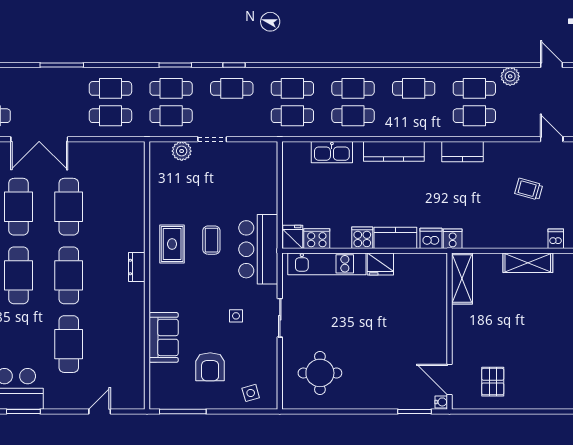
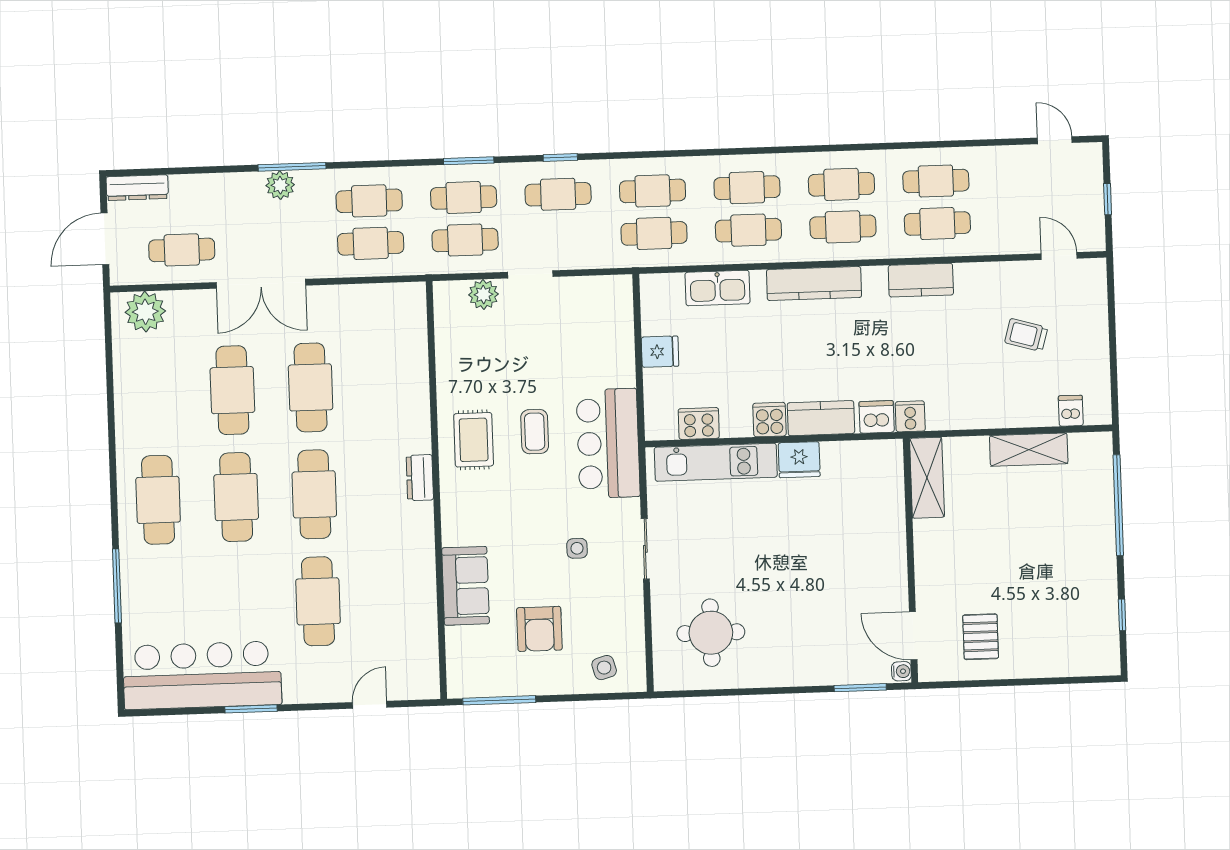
plant: (510, 76) -> (280, 185), moved
cafe table: (414, 116) -> (843, 227), added
fridge: (293, 237) -> (660, 352), moved, turned 90

